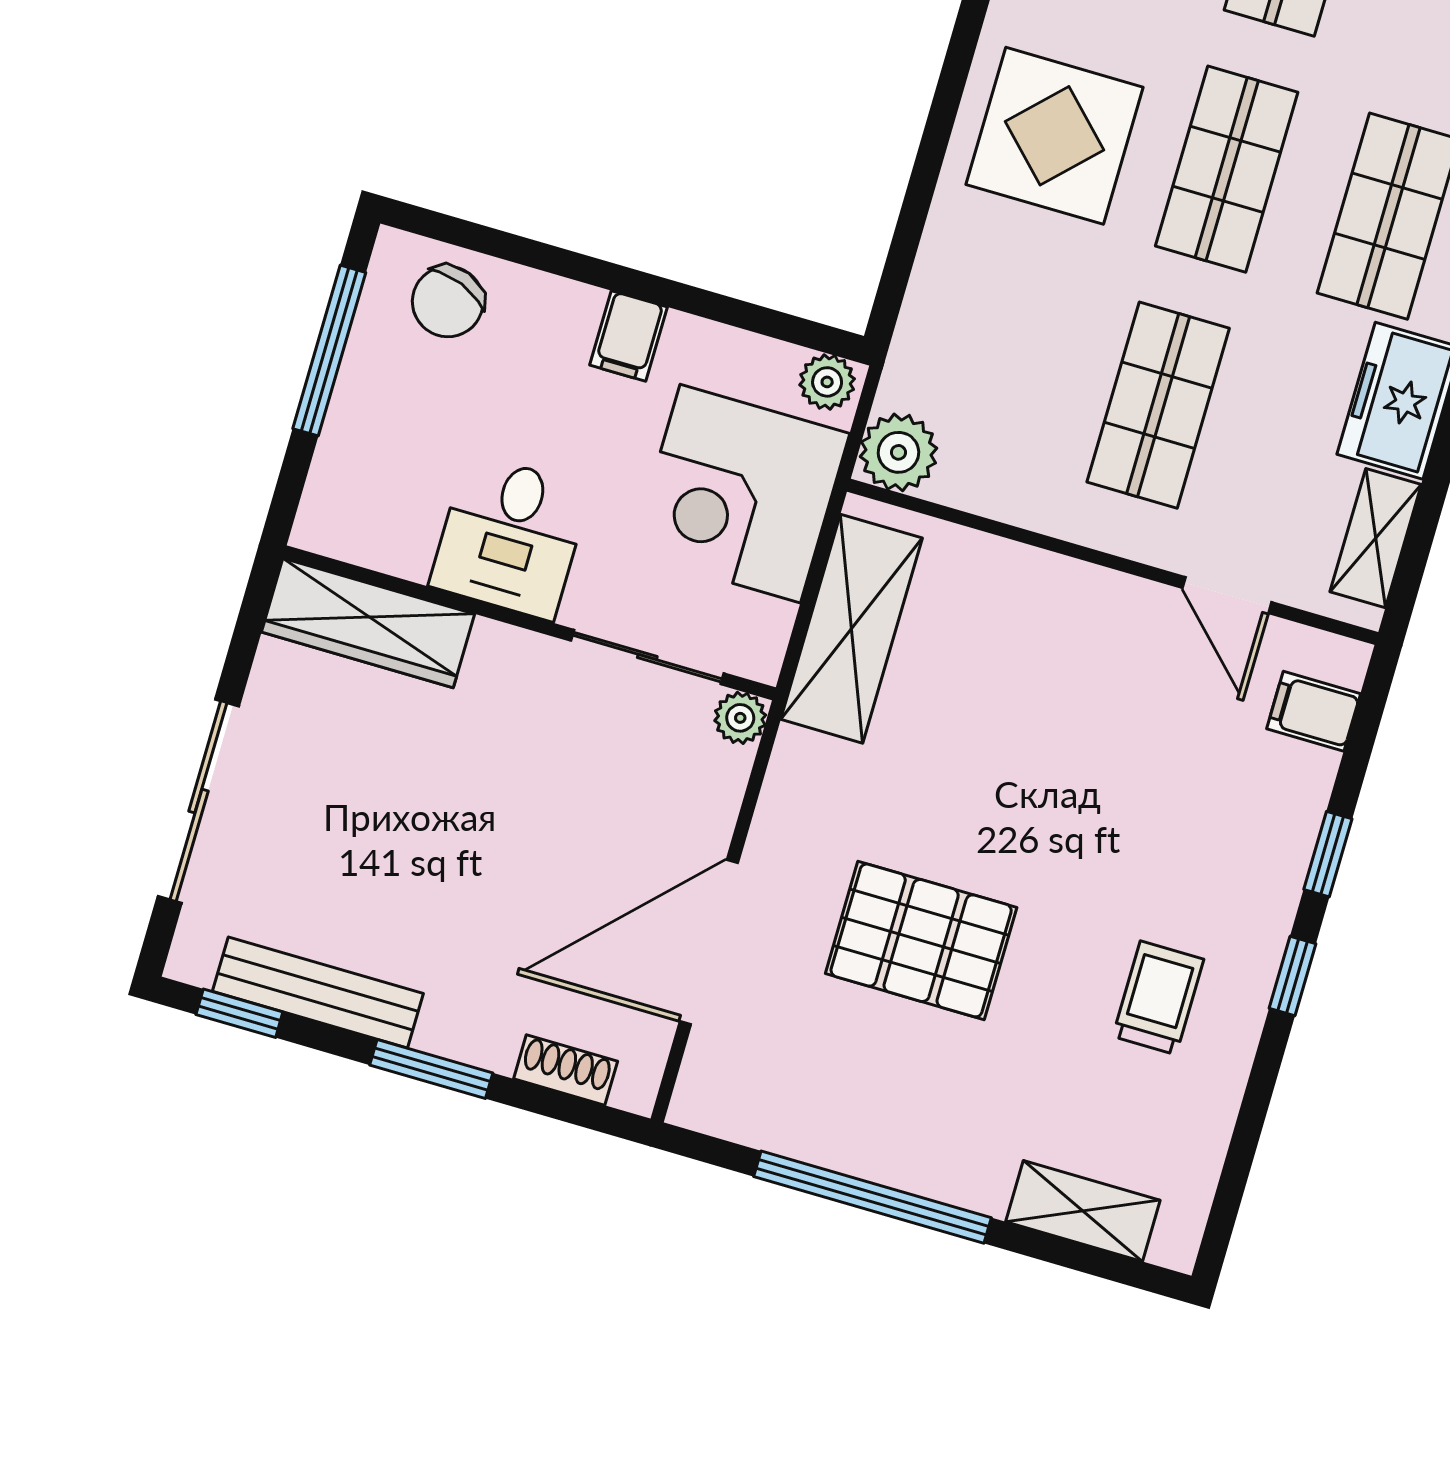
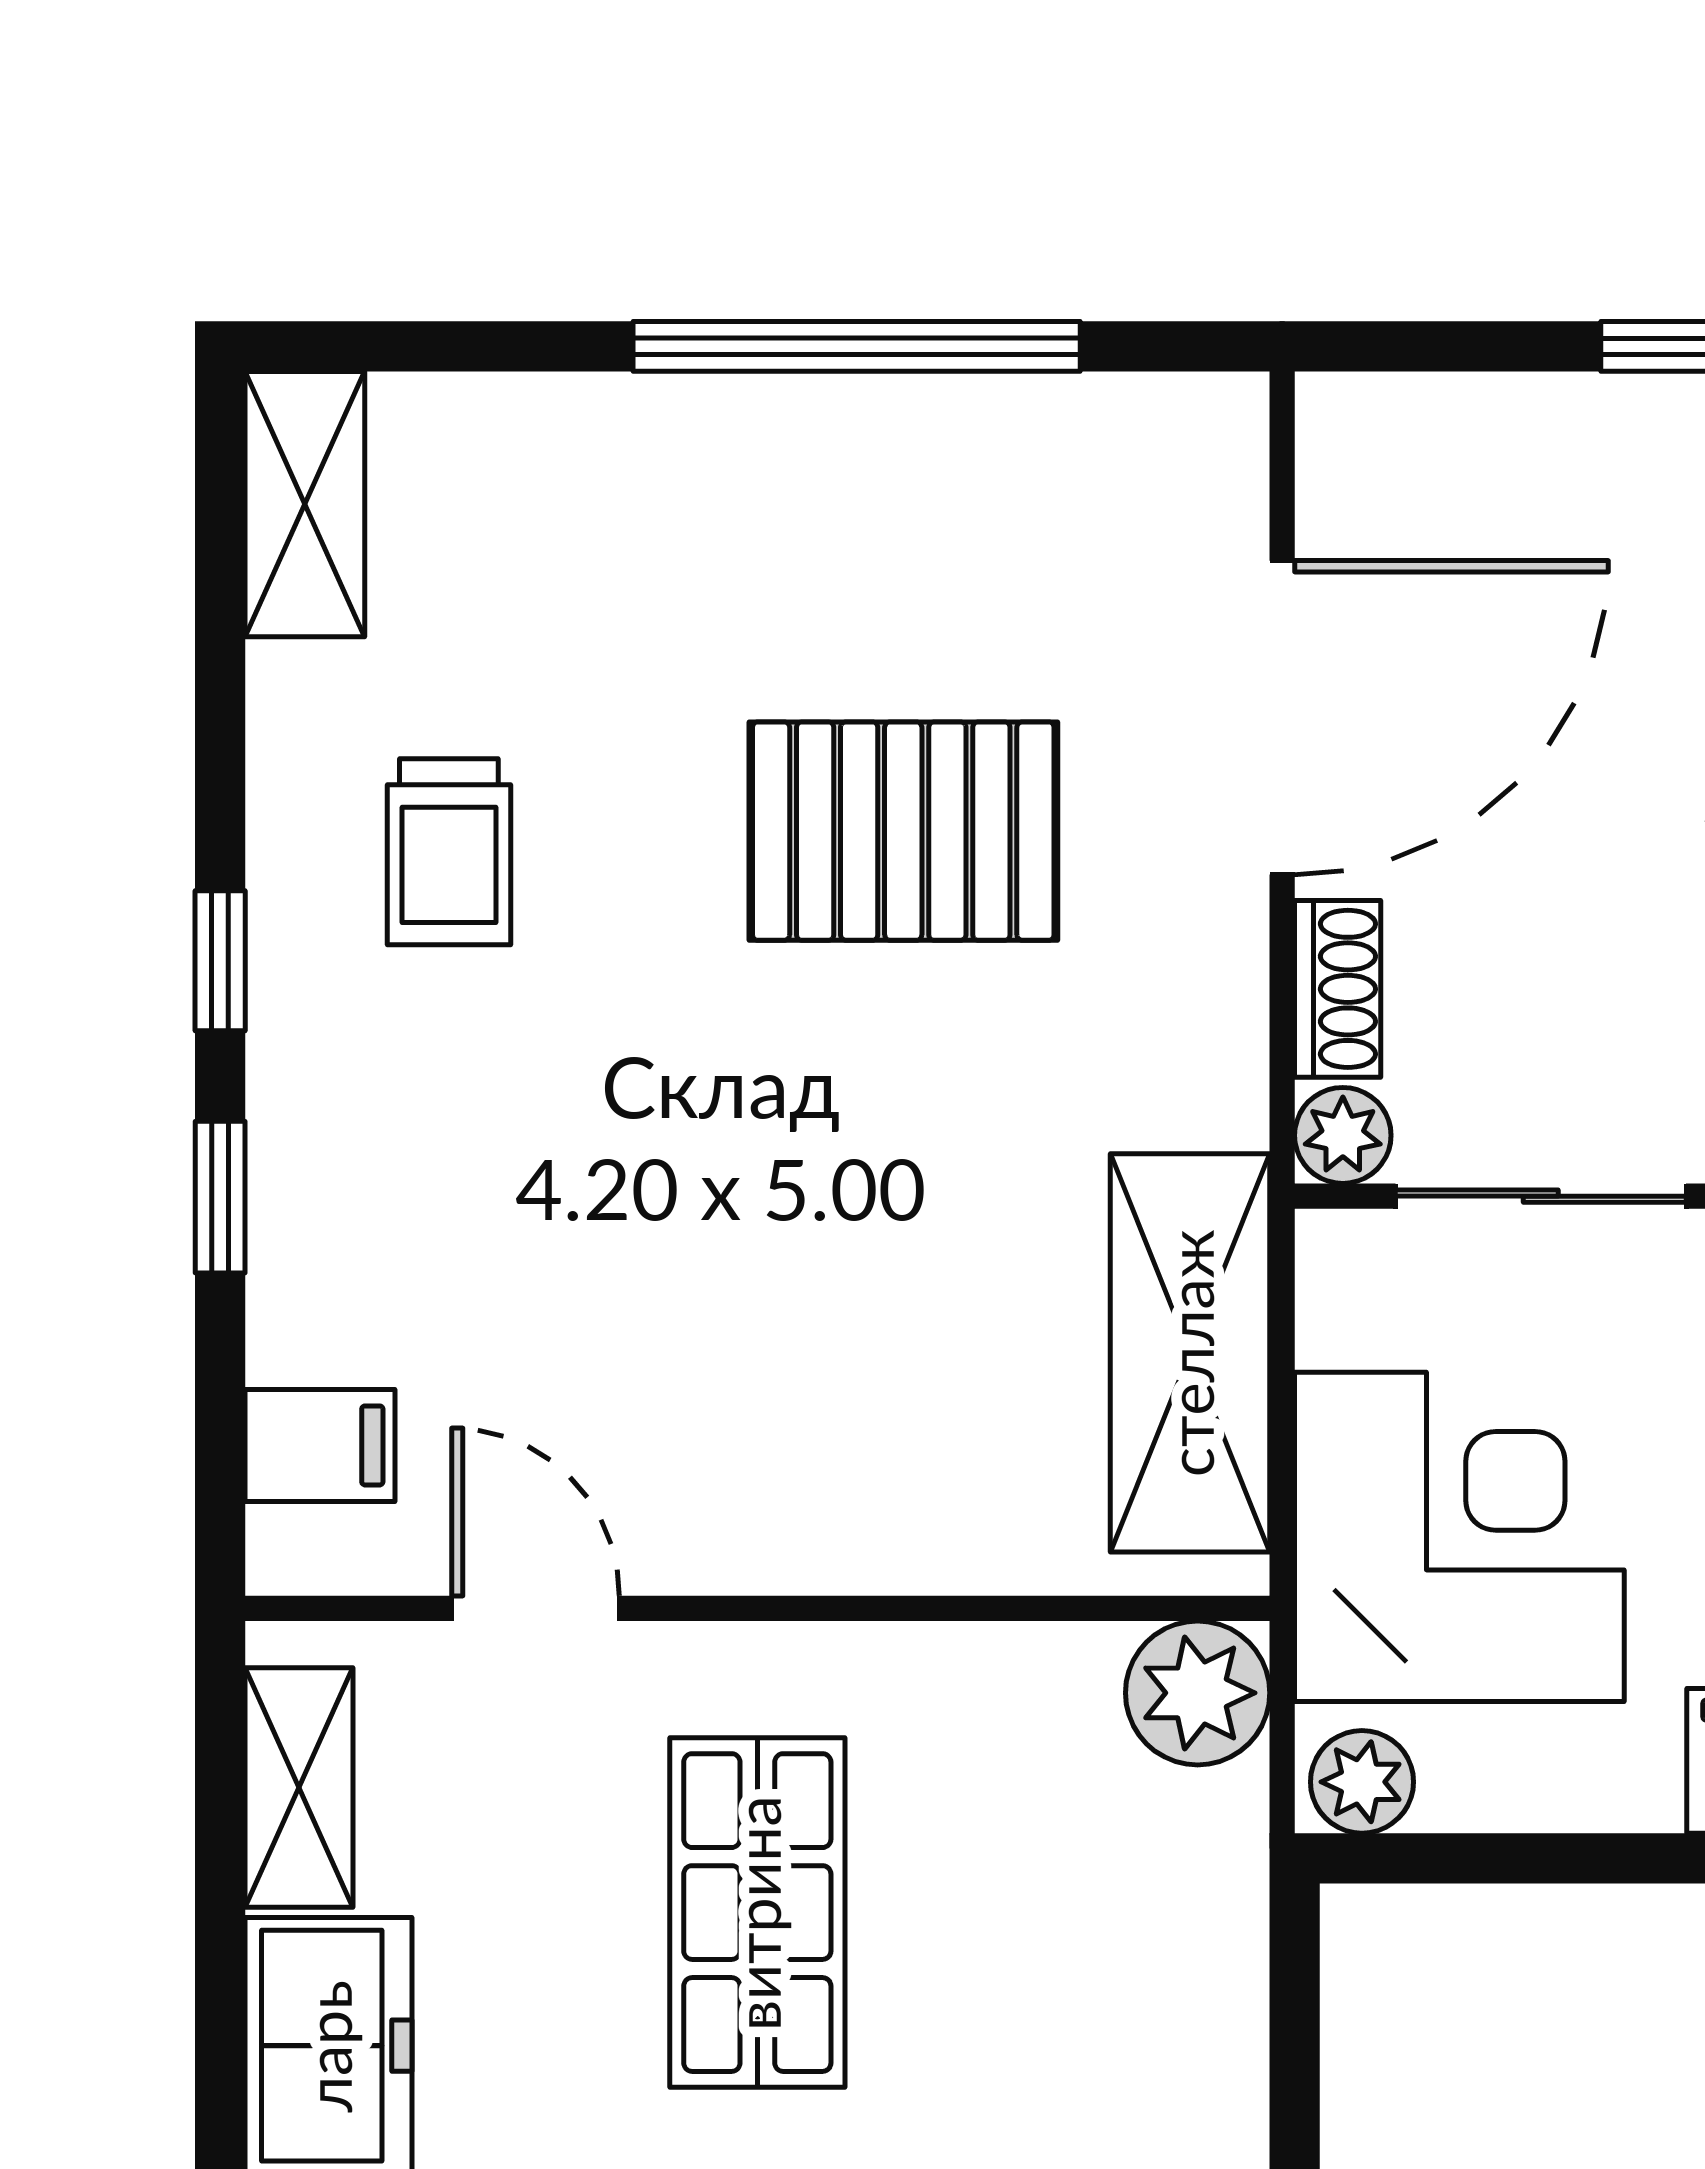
shoe rack: (566, 1070) -> (1338, 989), moved, turned -90
shelving: (1083, 1211) -> (305, 504), moved, turned 90

